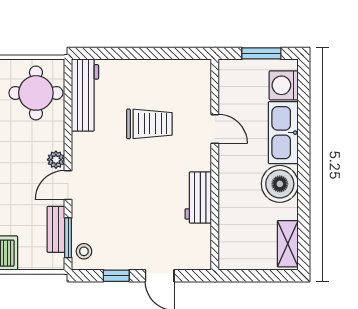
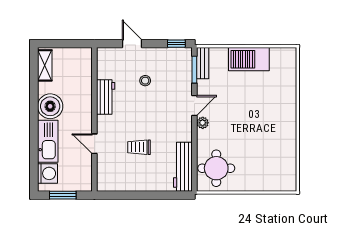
trolley: (149, 124) -> (139, 147), width x0.73, depth x0.72
bench: (56, 229) -> (203, 63), moved
stool: (84, 251) -> (145, 81), moved
window: (116, 276) -> (176, 44), moved

